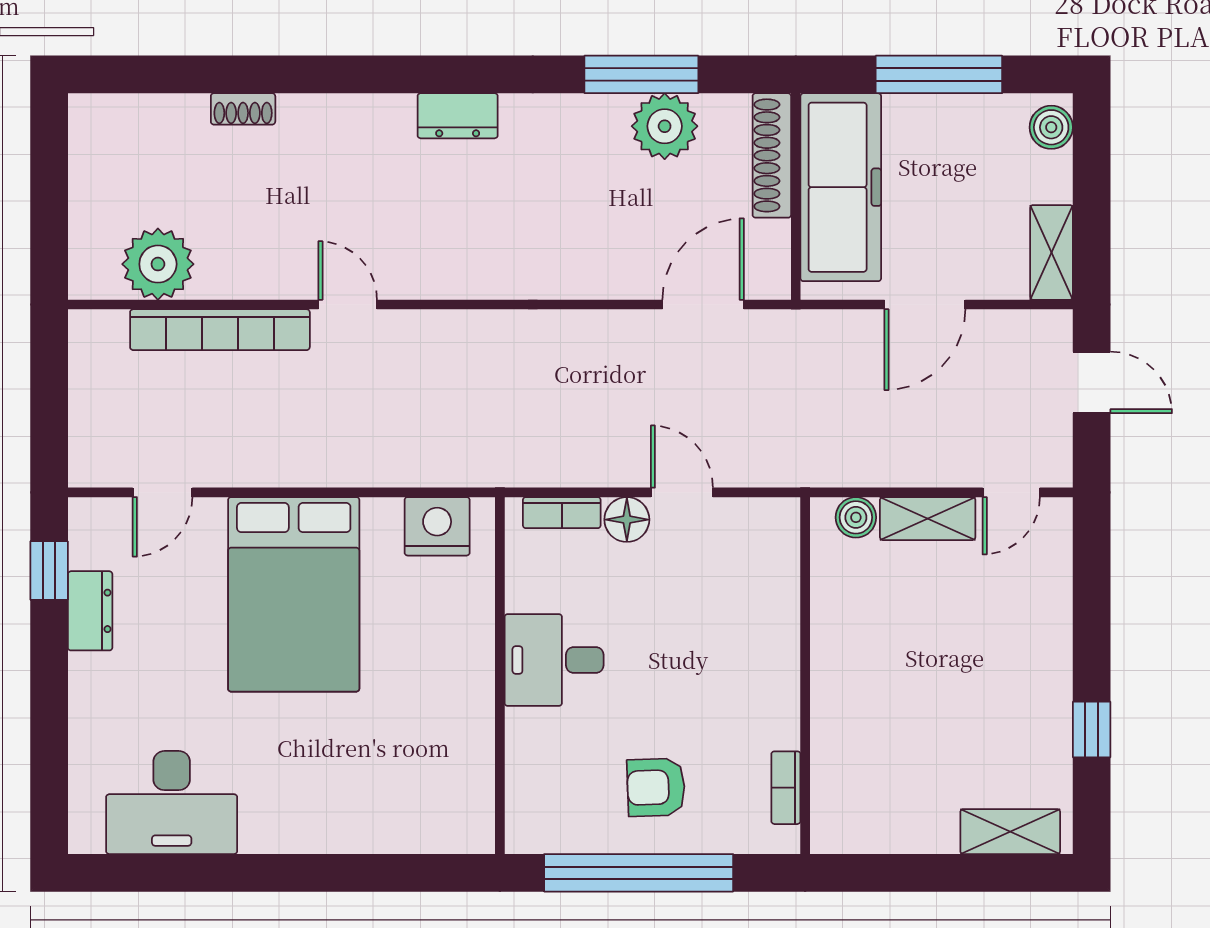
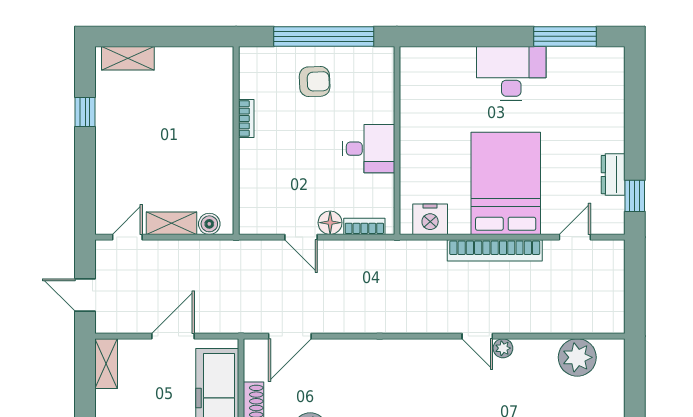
plant: (299, 281) -> (503, 348), added
bookcase: (220, 330) -> (495, 250), moved, turned 180
bookcase: (786, 788) -> (246, 119), moved
desk: (172, 802) -> (511, 74), moved
window: (181, 873) -> (565, 36), added

